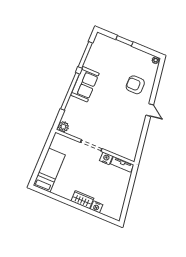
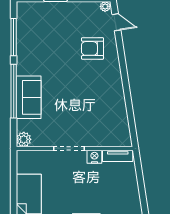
sofa: (85, 84) -> (29, 97), moved
door: (150, 110) -> (116, 22), moved

